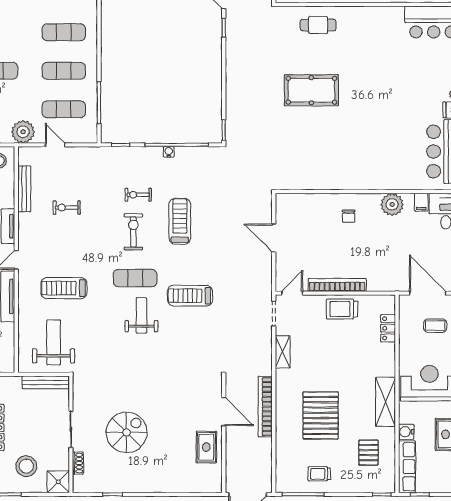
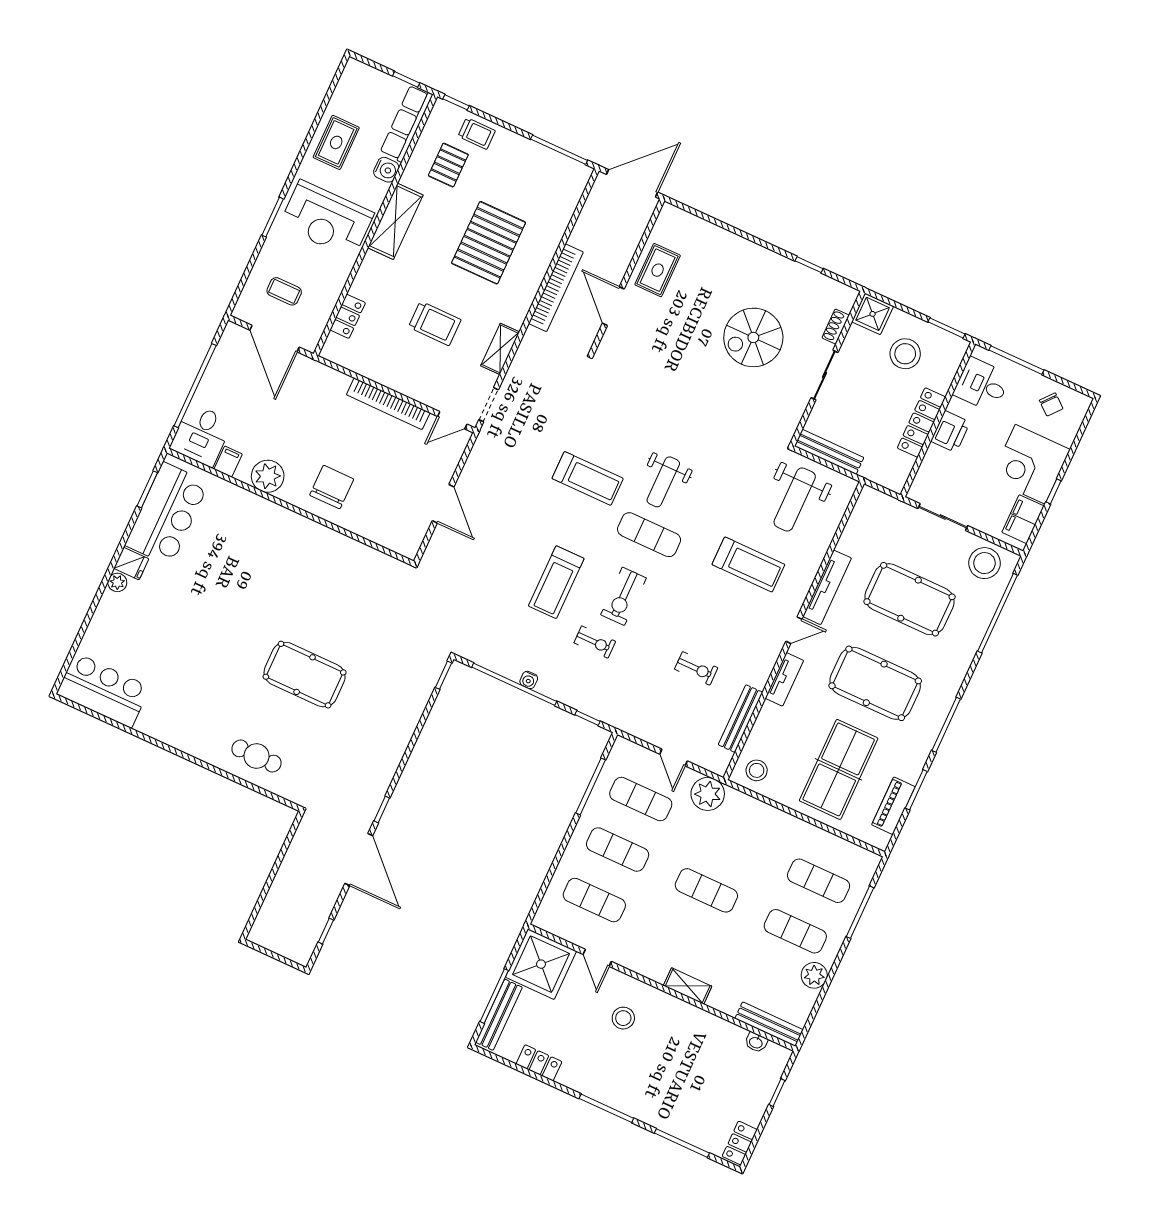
chair: (349, 216) -> (332, 487), width x1.87, depth x1.87
trolley: (342, 309) -> (435, 323), moved
trolley: (319, 474) -> (477, 134), moved

